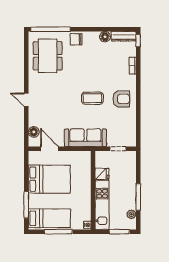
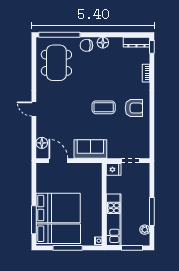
floor lamp: (105, 37) -> (103, 43), moved
sofa: (85, 138) -> (90, 149), width x0.73
fridge: (102, 174) -> (114, 169), moved
bed: (49, 179) -> (58, 208), moved

